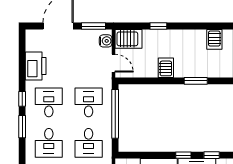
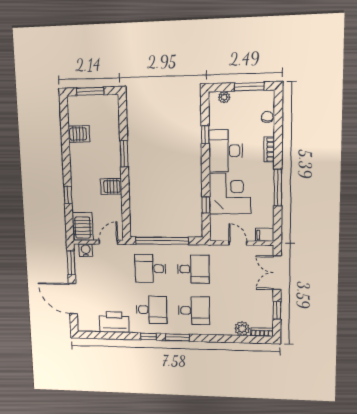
desk: (49, 102) -> (151, 310), turned 180
window: (183, 155) -> (206, 205), moved

